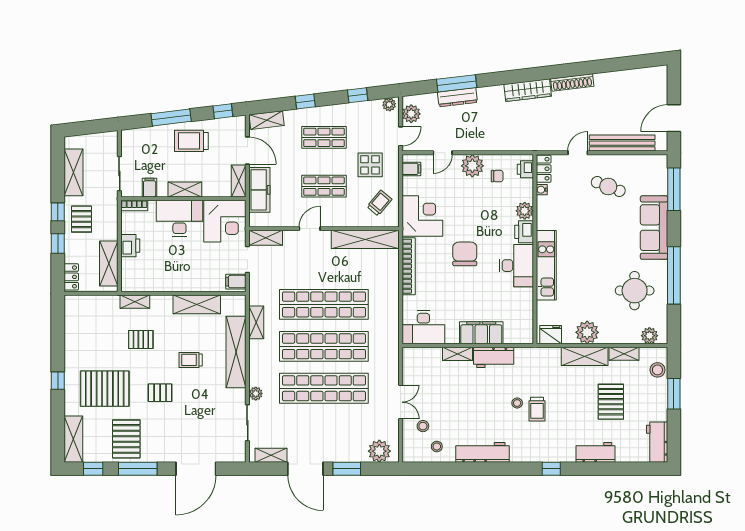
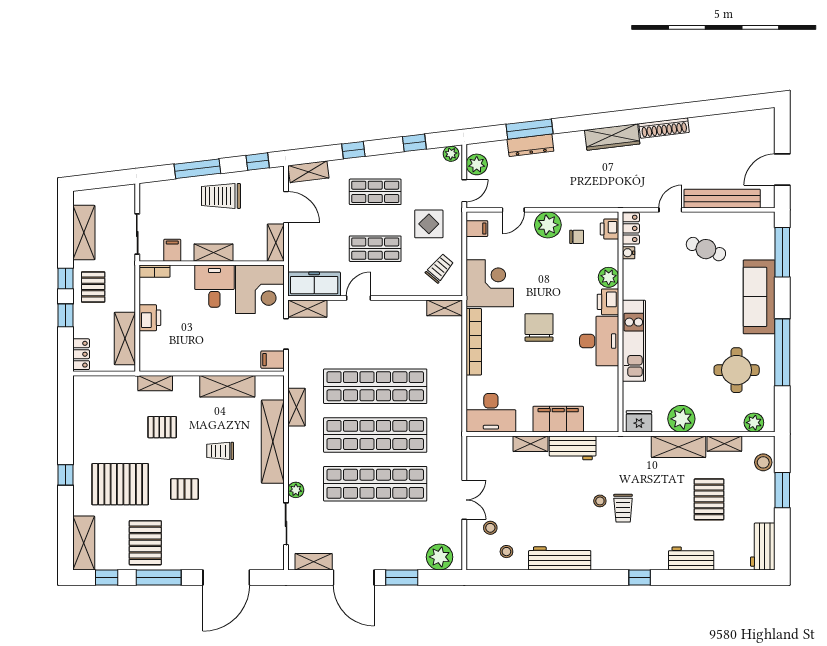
freezer: (259, 190) -> (314, 284), moved, turned -90
desk: (179, 218) -> (214, 286), width x0.73
shelving: (365, 239) -> (445, 308), width x0.45, depth x0.75

